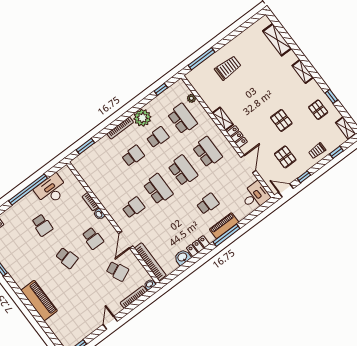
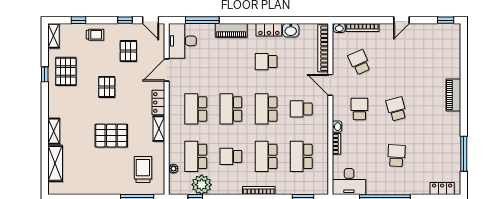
trolley: (228, 68) -> (143, 169), moved, turned 90
shelving: (303, 72) -> (54, 131), moved
pallet: (253, 89) -> (111, 136), added
pallet: (318, 110) -> (66, 71), width x1.50, depth x1.42
plant: (142, 118) -> (202, 185), moved
school desk: (133, 156) -> (266, 156), width x1.85
school desk: (108, 174) -> (301, 156), added
desk: (51, 190) -> (349, 182), moved
desk: (255, 196) -> (182, 41), width x1.37
school desk: (208, 204) -> (266, 62), moved
window: (226, 235) -> (202, 20), moved
door: (126, 240) -> (330, 85), swing flipped
piano: (39, 301) -> (453, 95), width x0.73, depth x0.75

